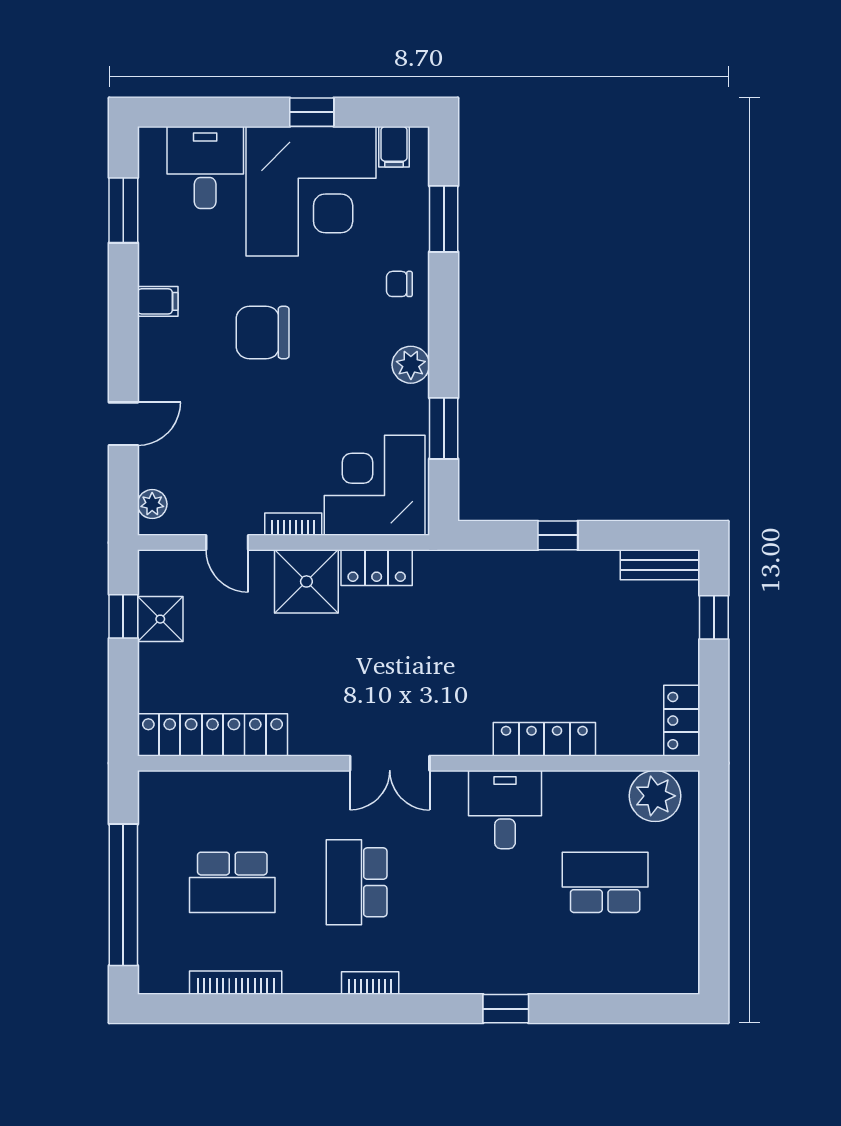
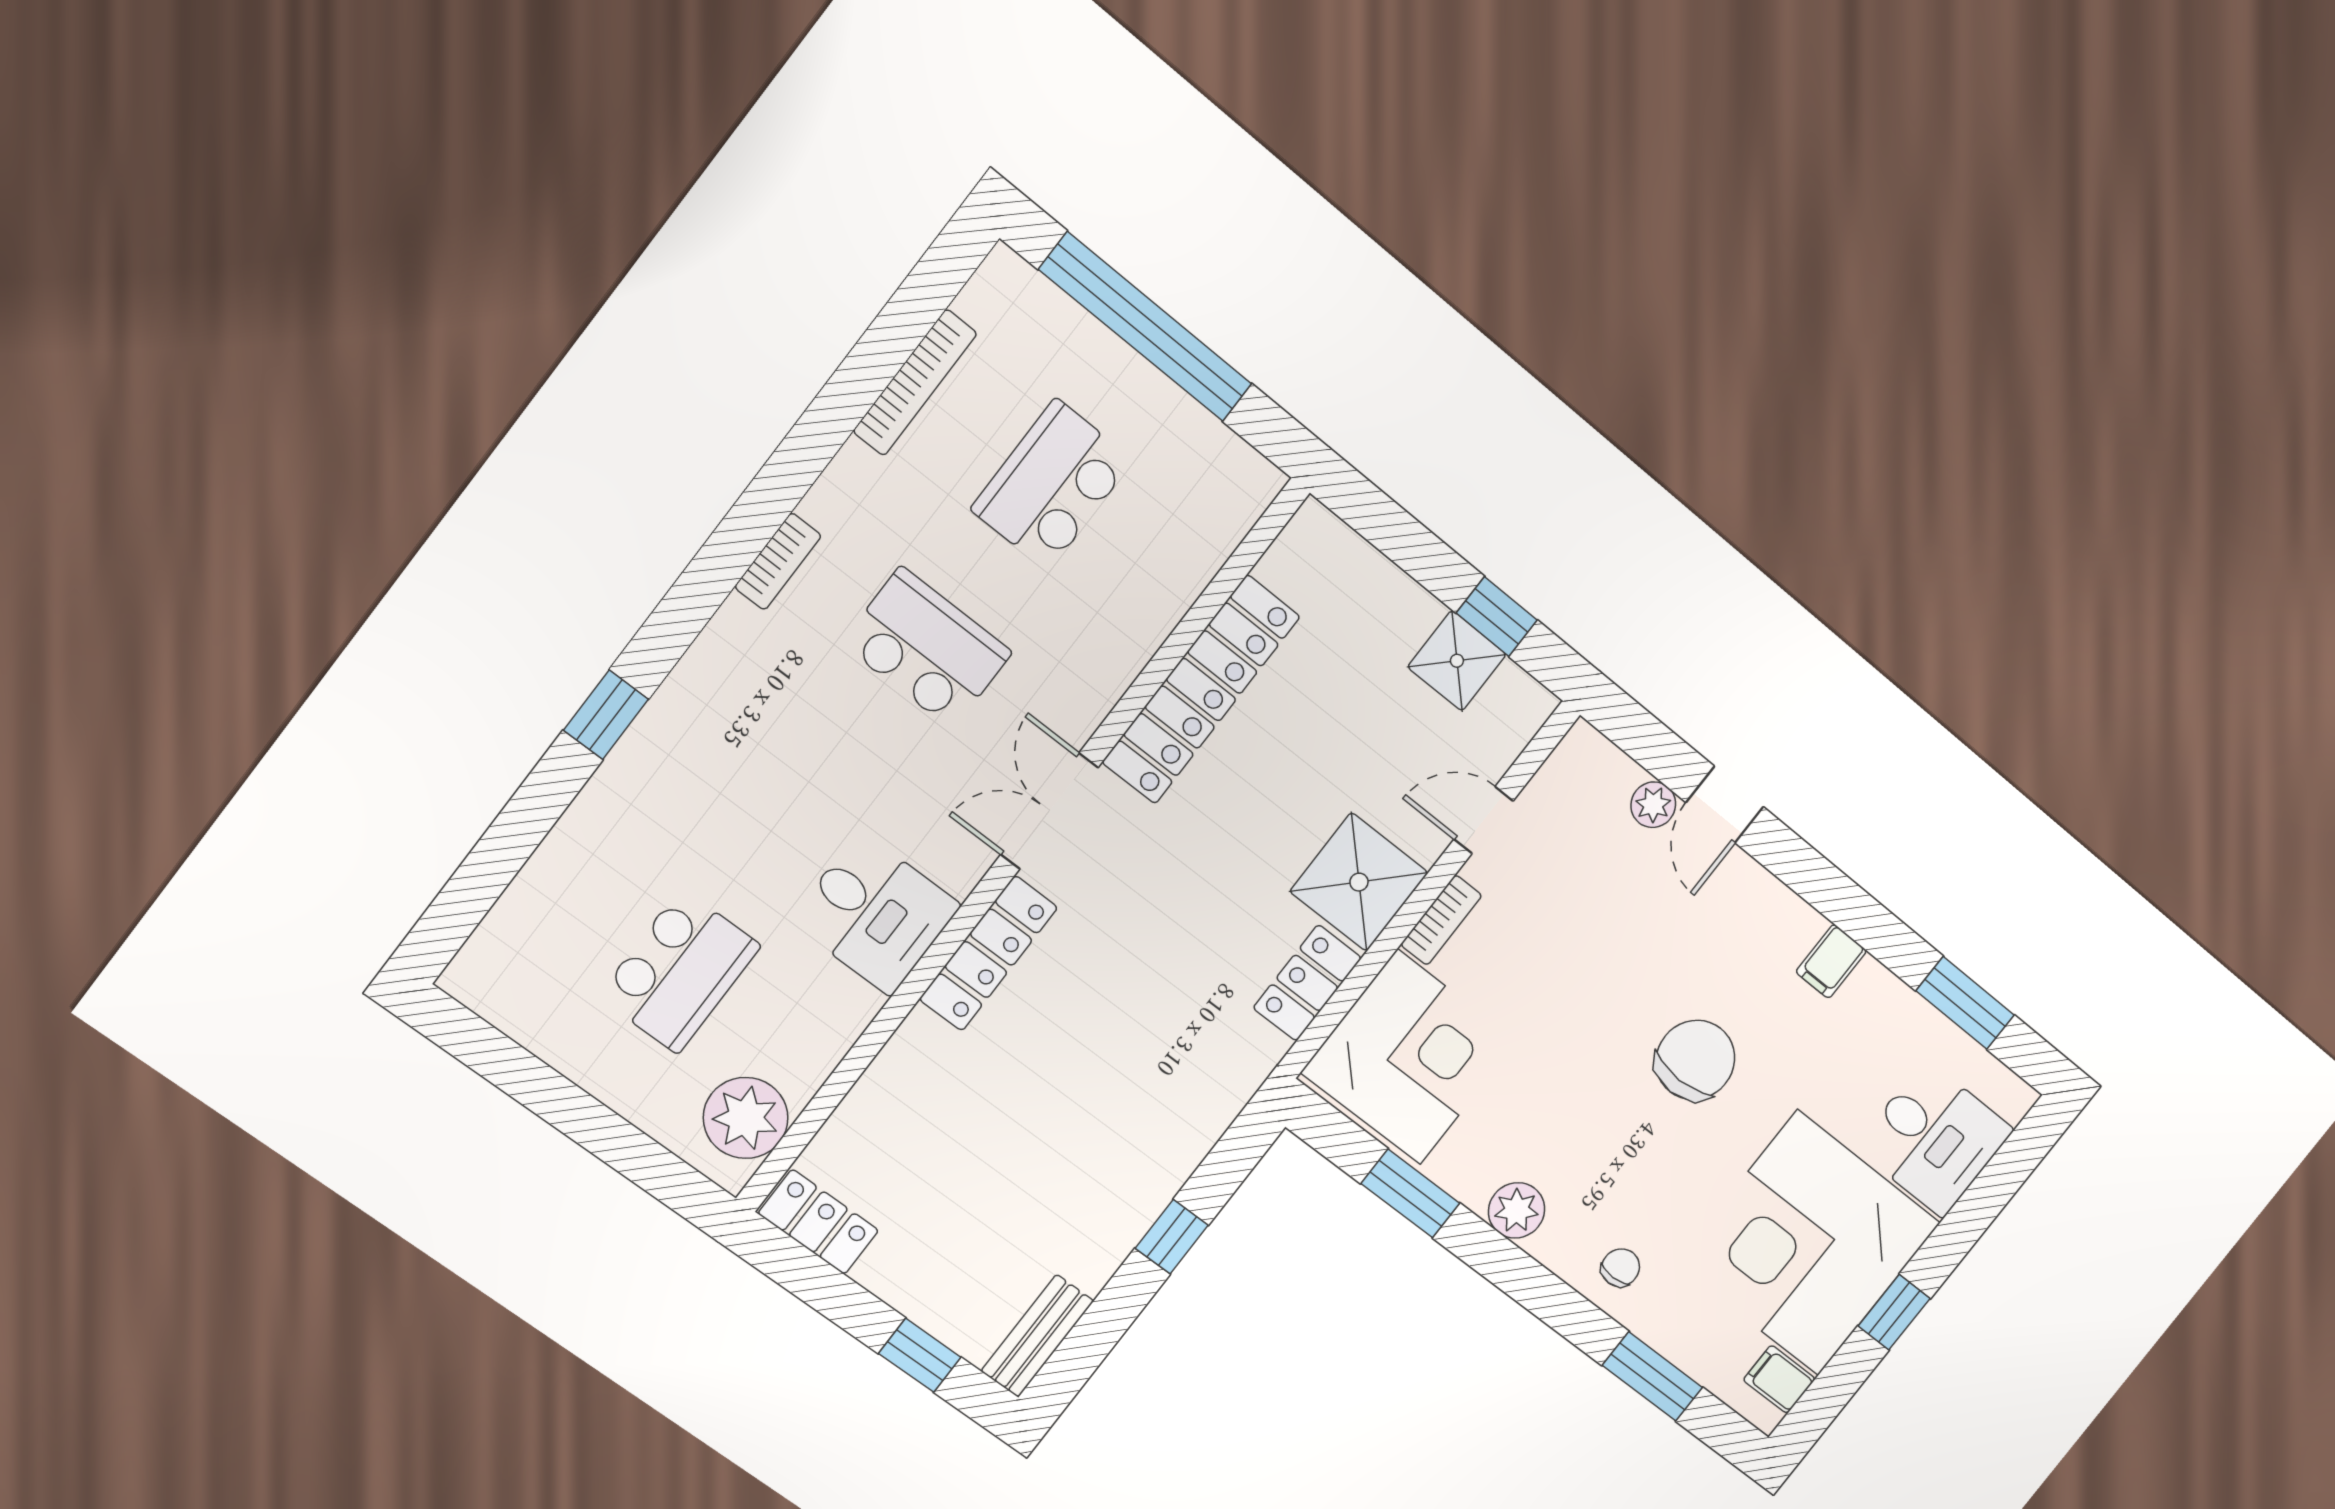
plant: (152, 504) -> (1653, 805), moved
locker: (213, 735) -> (1201, 690), moved
locker: (544, 739) -> (988, 953), moved

